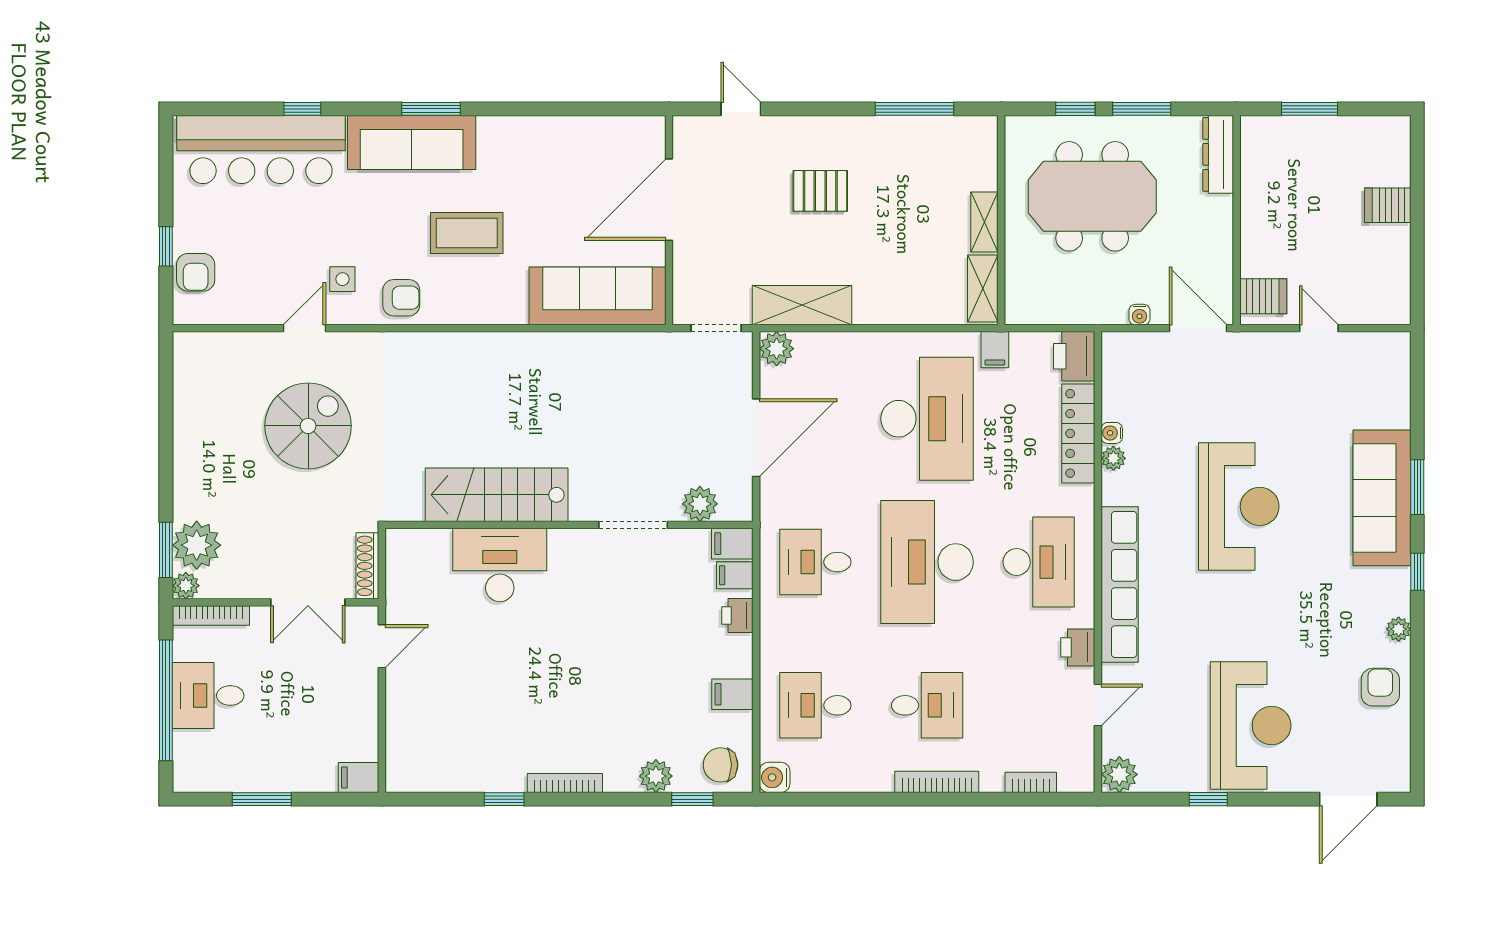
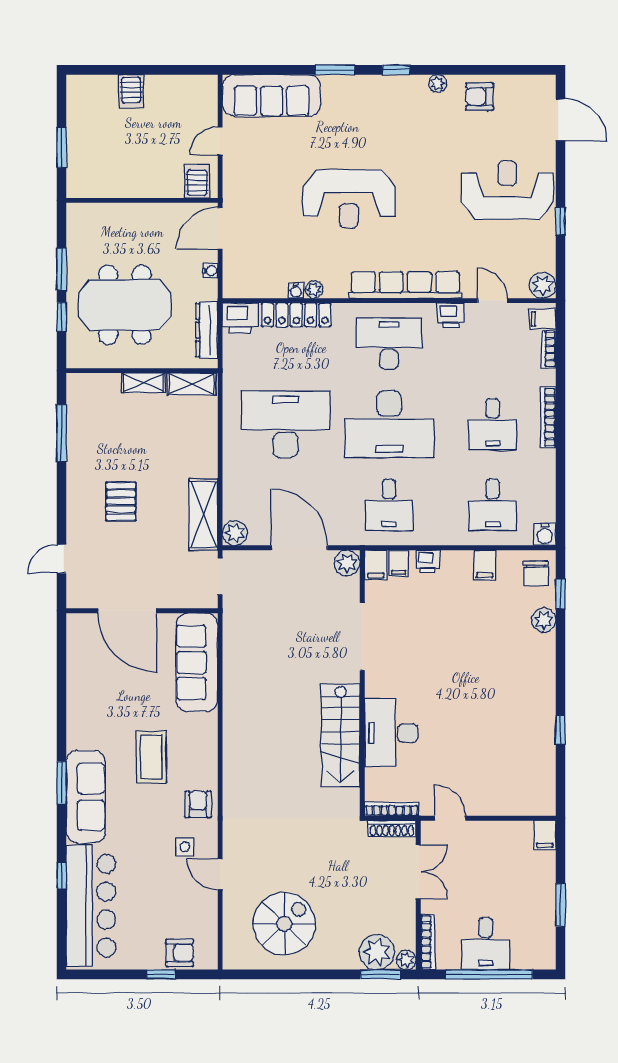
dresser: (1218, 154) -> (207, 330), moved, turned 90
meeting table: (1092, 196) -> (125, 305), turned 90
filing cabinet: (995, 350) -> (543, 319), moved, turned 180
spiral stairs: (308, 426) -> (284, 924), moved, turned 90
sofa: (1382, 498) -> (272, 95), moved
plant: (700, 504) -> (347, 563), moved
reception desk: (1239, 506) -> (349, 199), turned 180
doorway: (633, 525) -> (362, 637), width x1.36
desk: (927, 705) -> (493, 424), turned 180
bookcase: (565, 783) -> (392, 809), moved, turned 90

